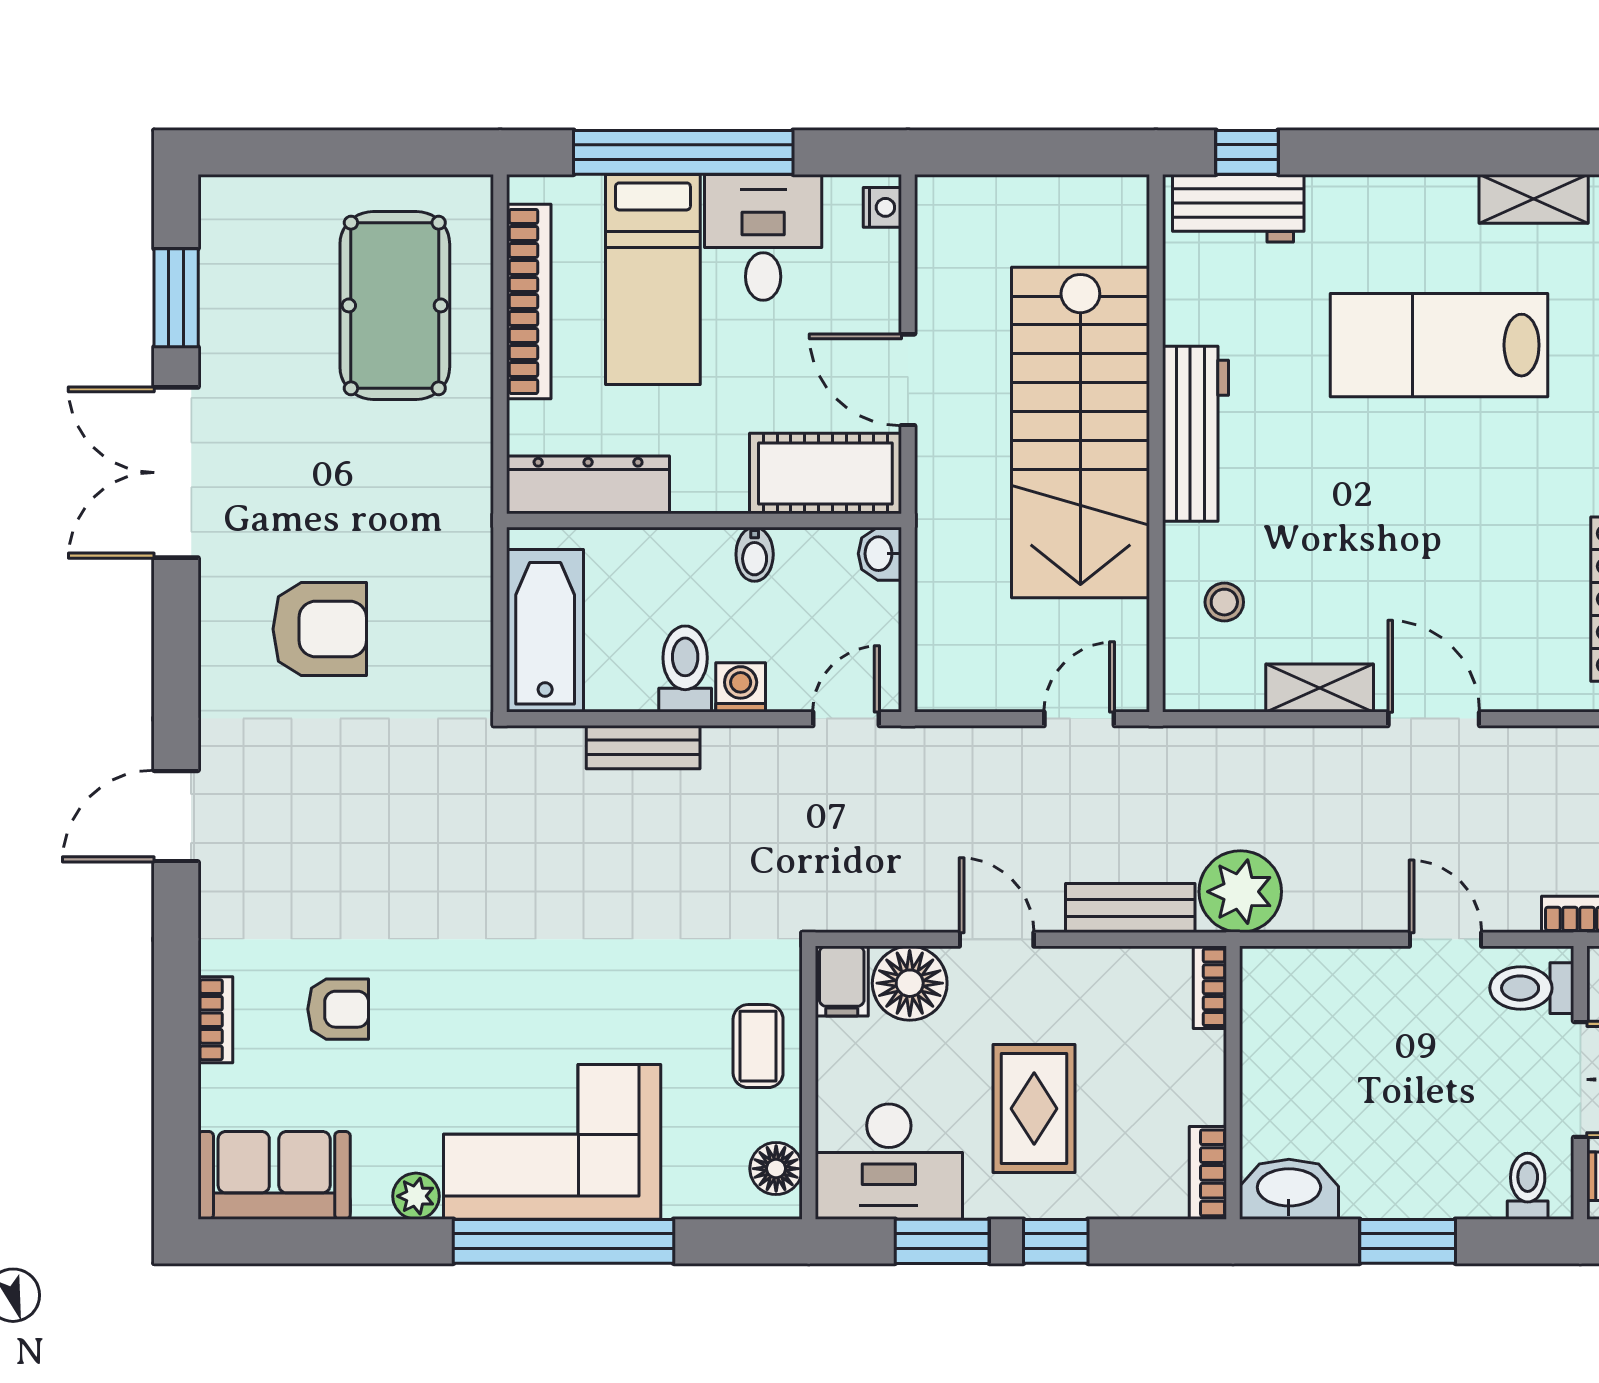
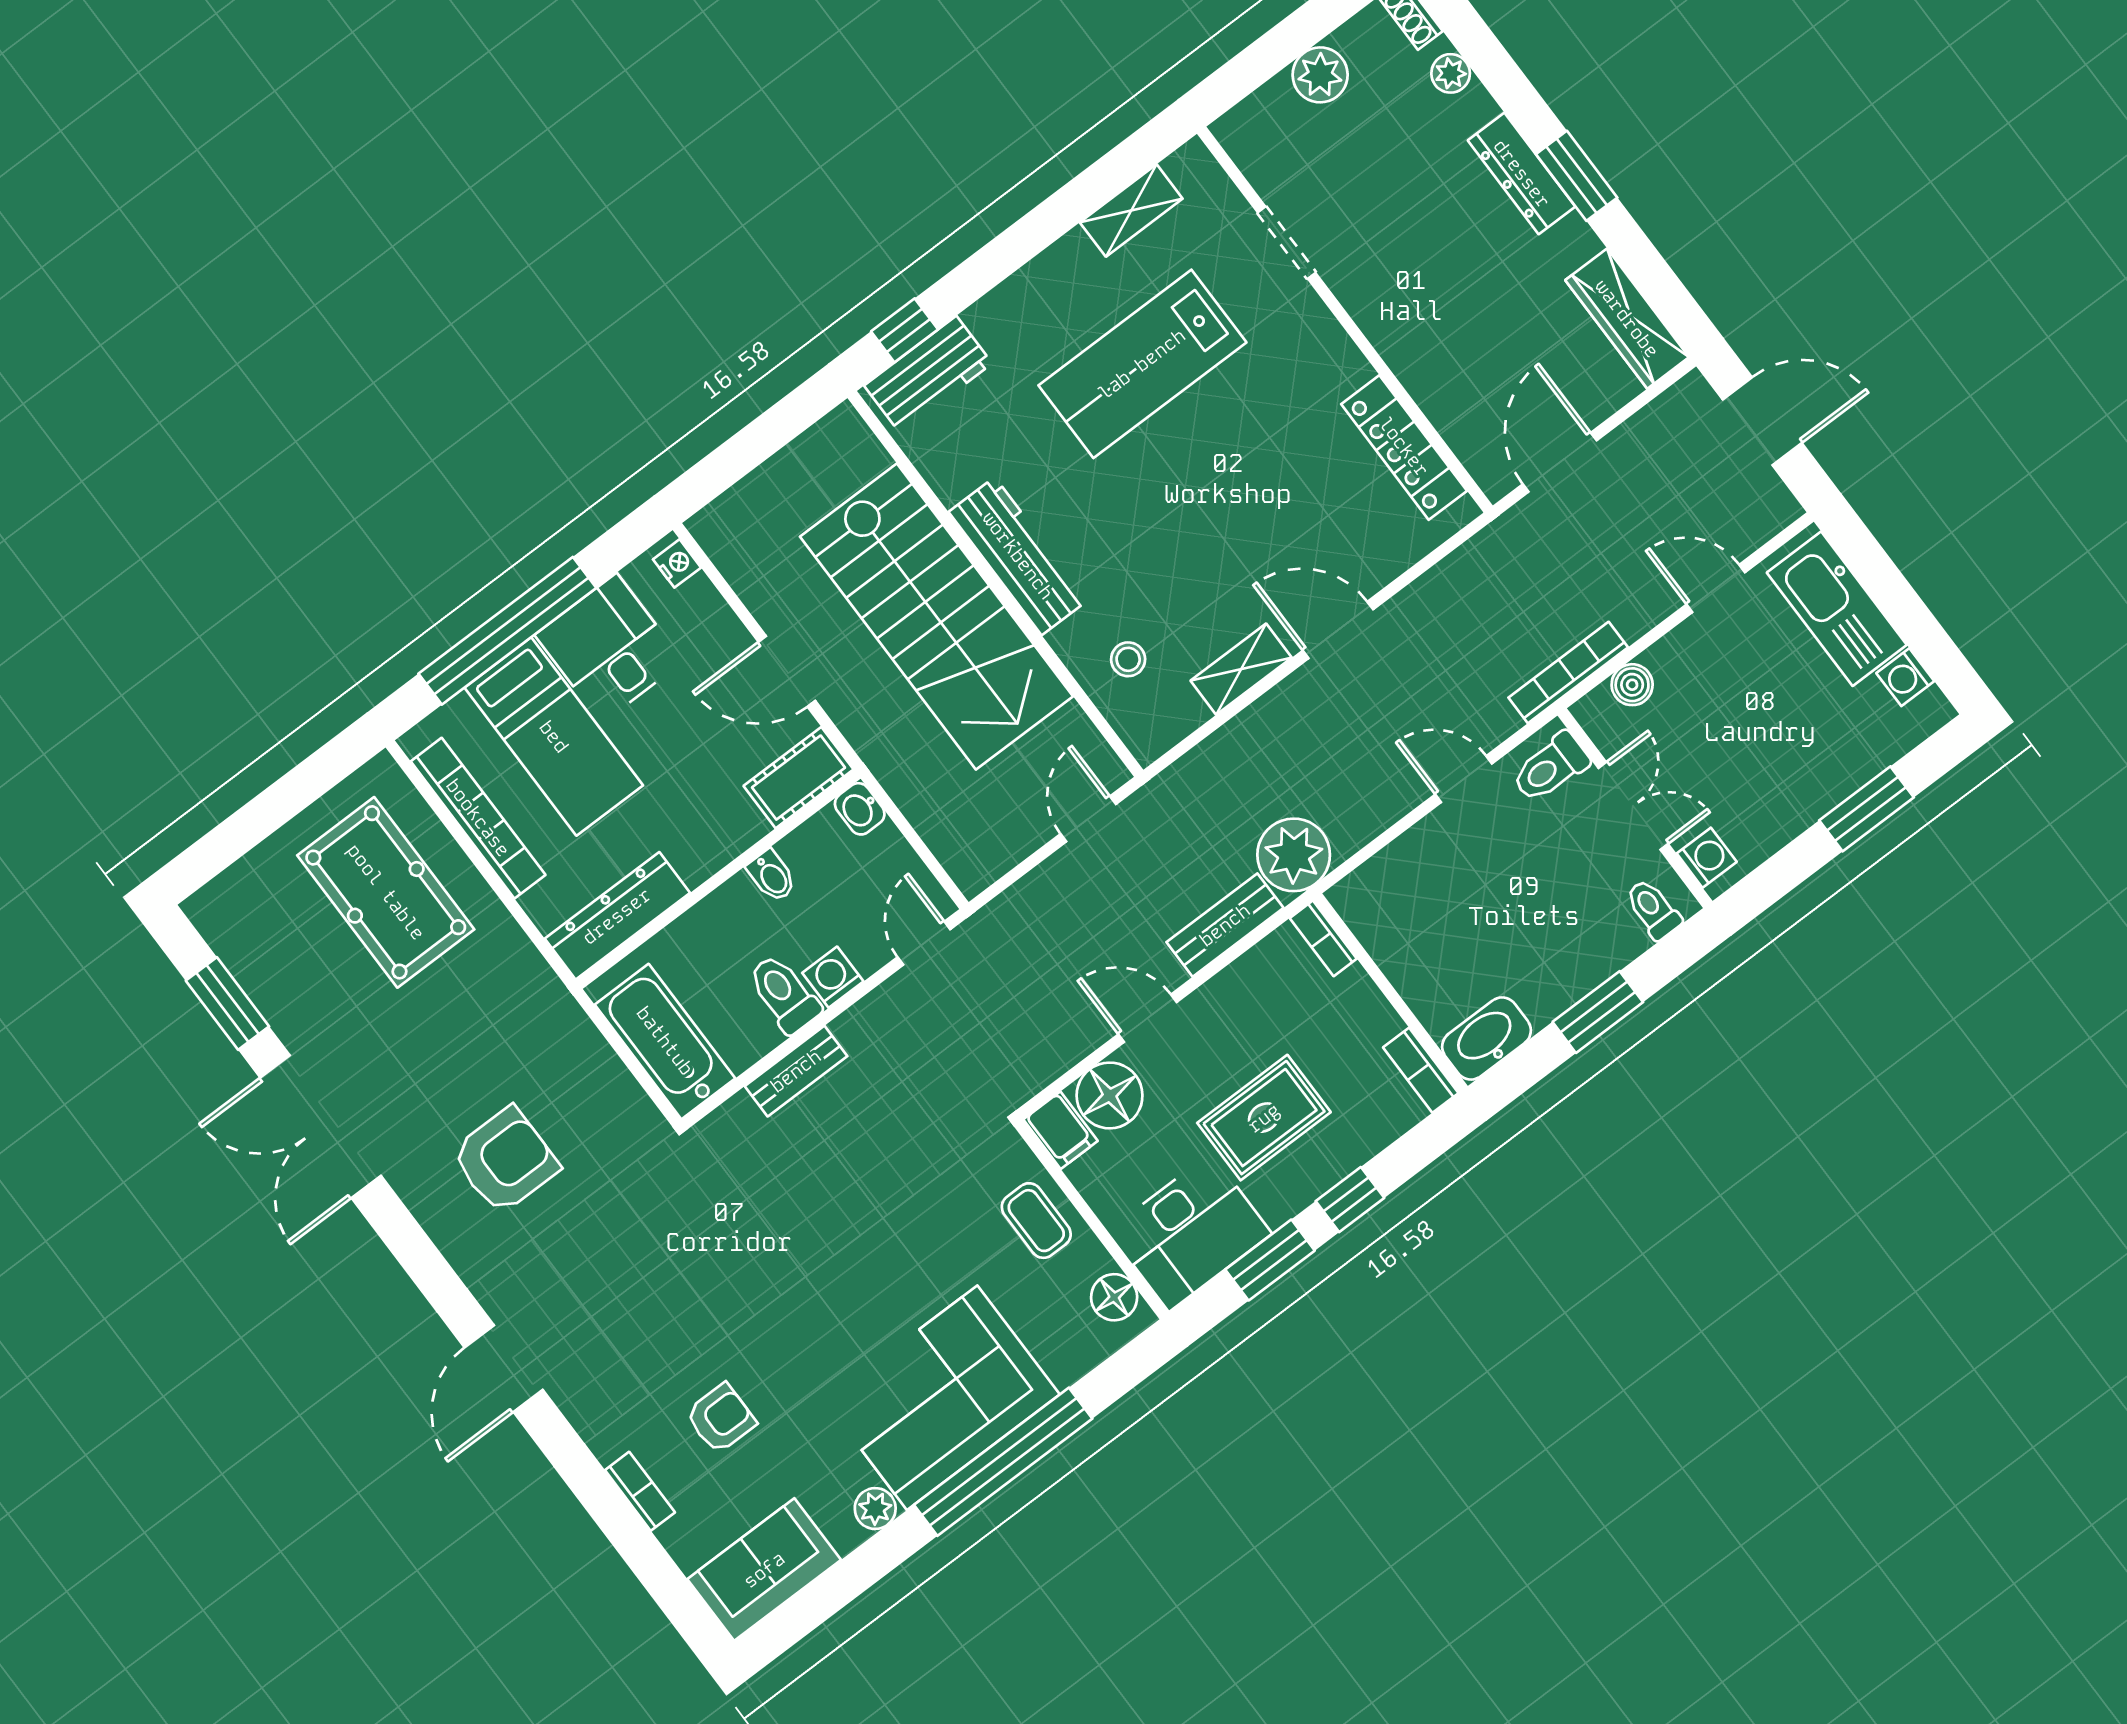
cot: (825, 473) -> (798, 778), width x0.73, depth x0.75
rug: (1034, 1109) -> (1264, 1118), turned 90

